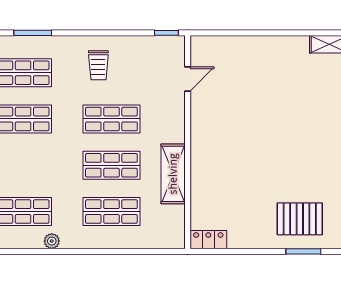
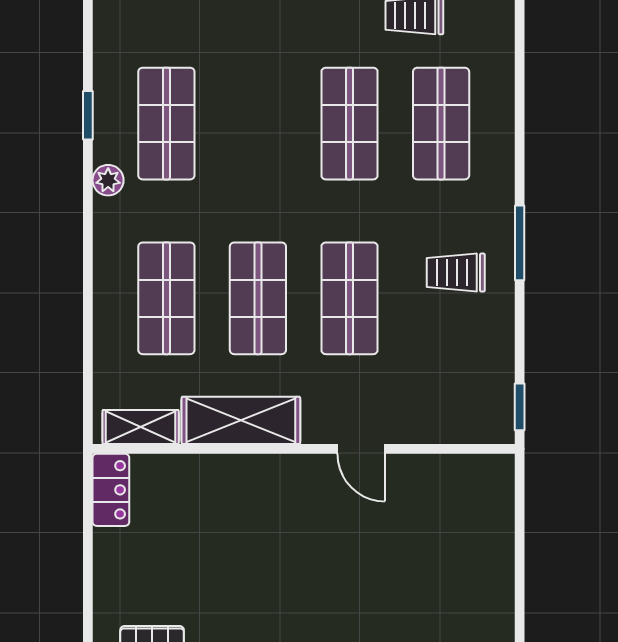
window: (33, 33) -> (520, 243), moved
door: (188, 79) -> (361, 449), moved
shelving: (177, 225) -> (141, 427), added
window: (19, 251) -> (88, 115), added

